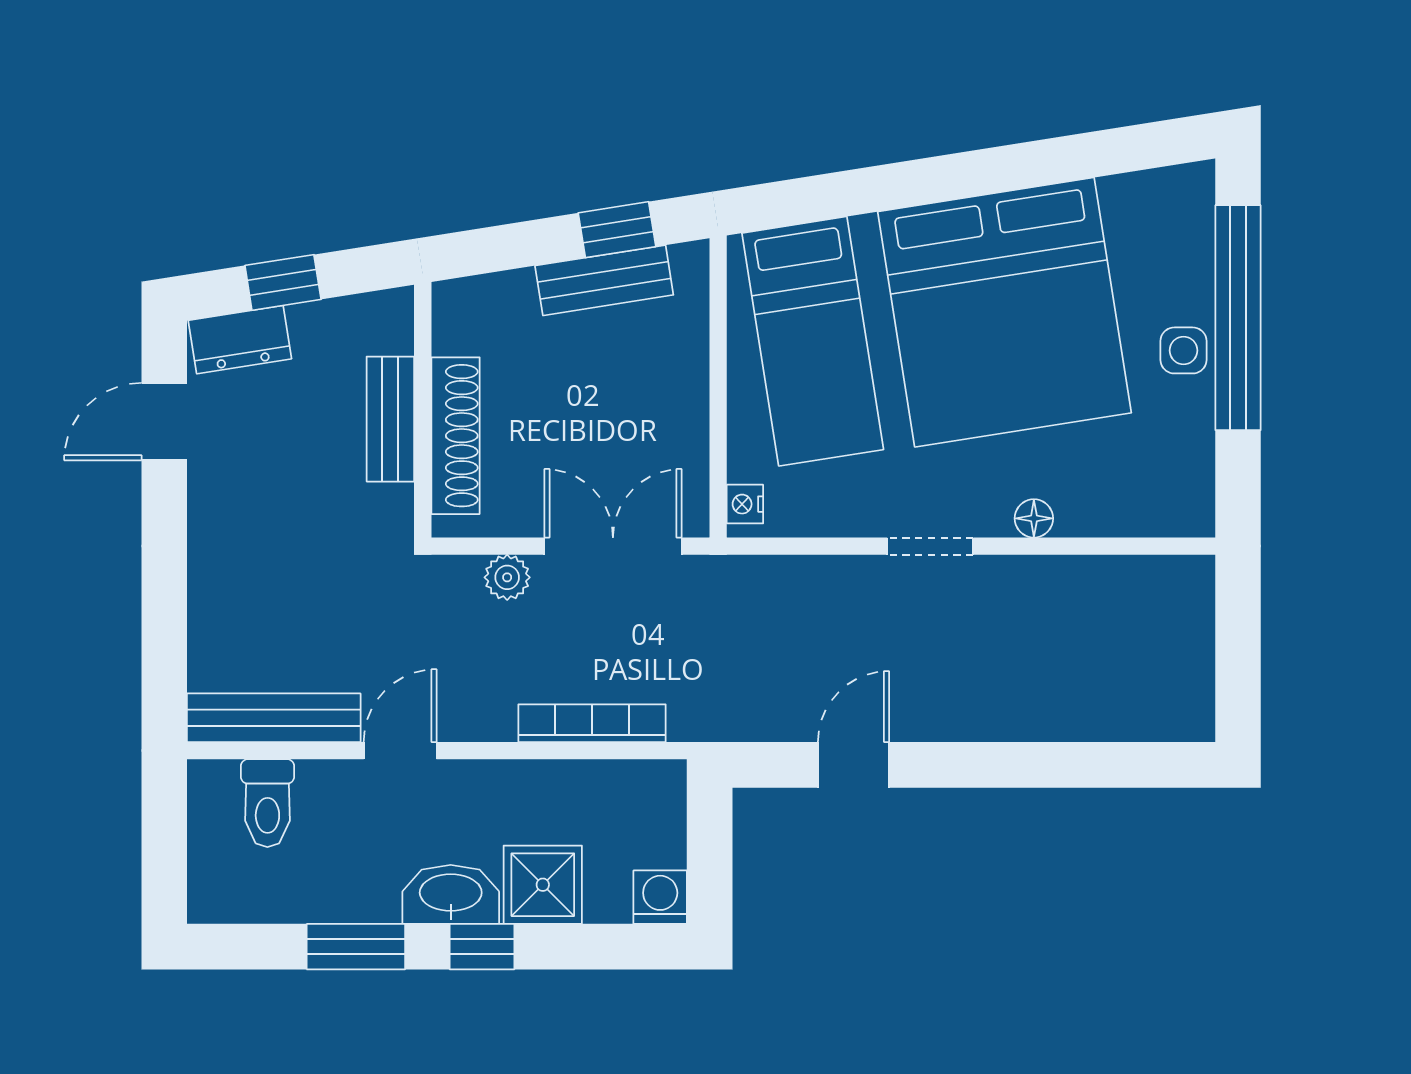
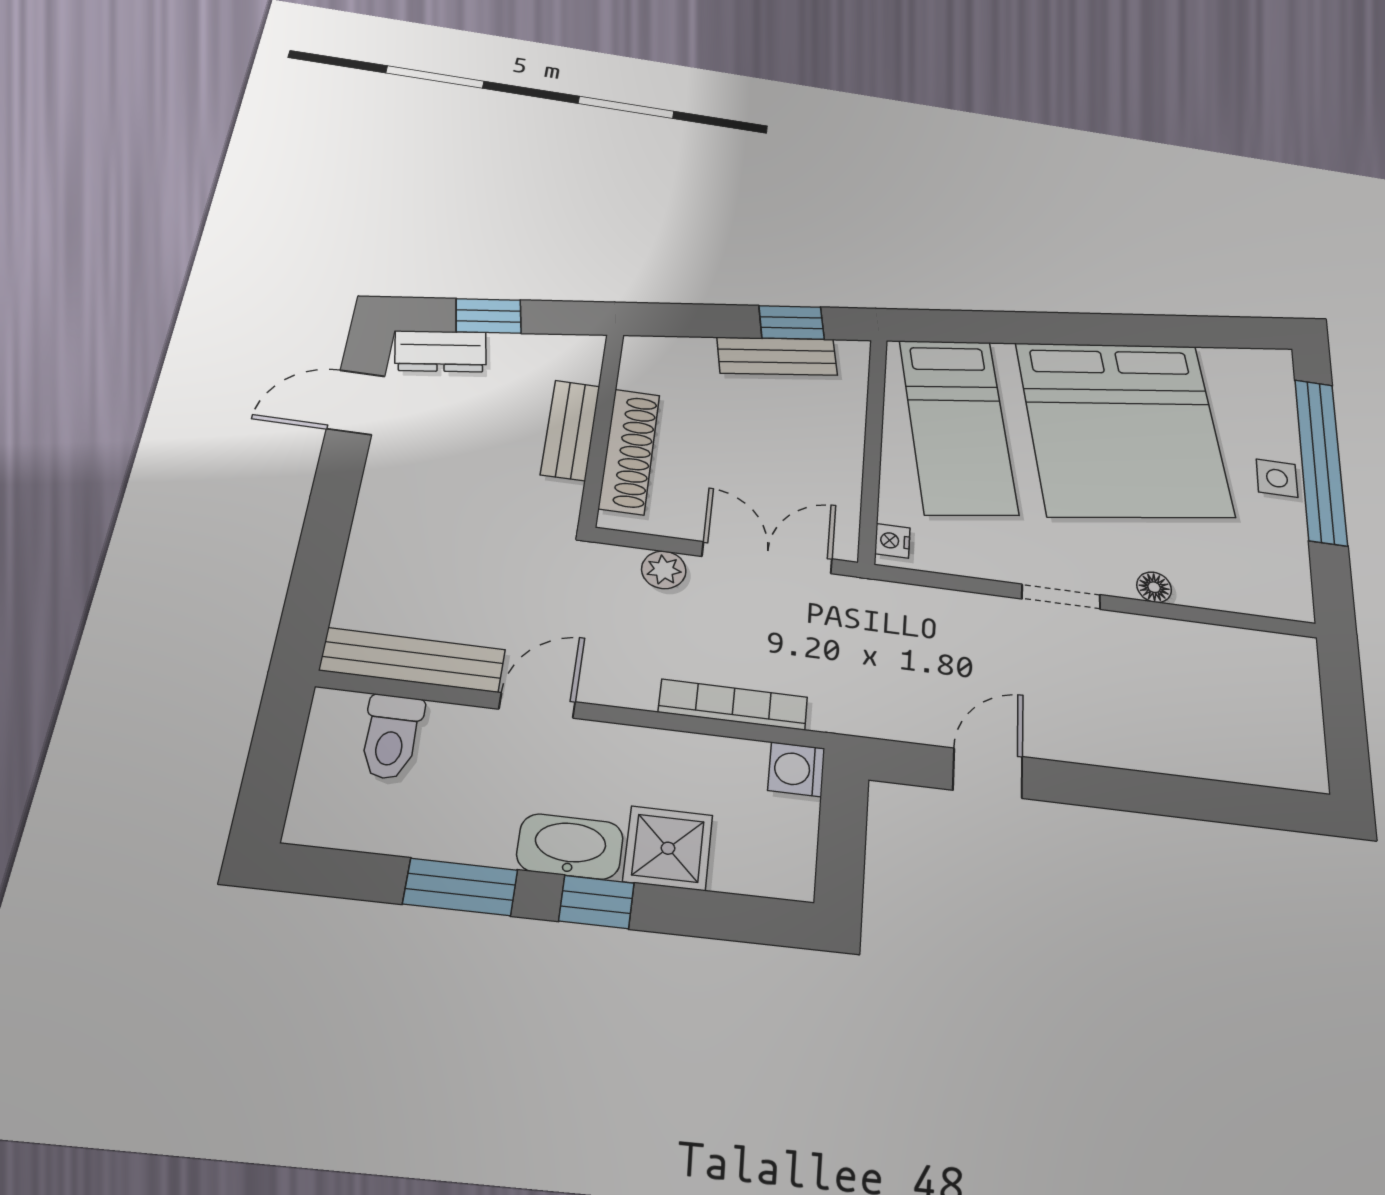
washing machine: (660, 897) -> (796, 769), moved, turned -90

